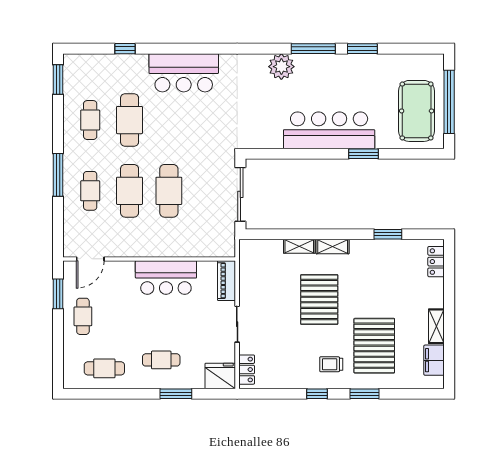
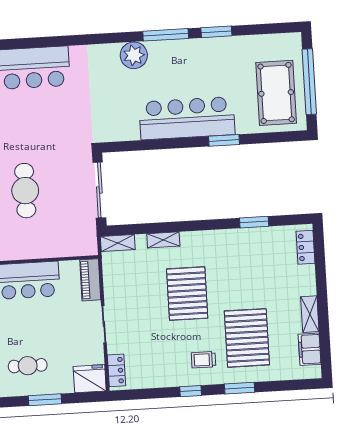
shelving: (333, 247) -> (118, 243), moved

